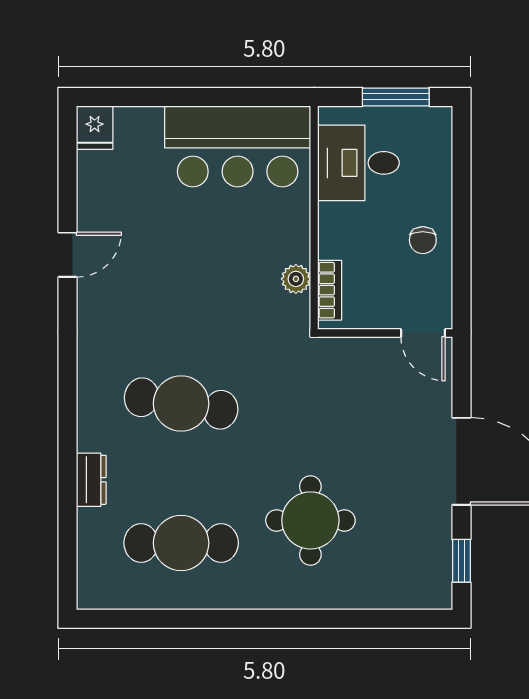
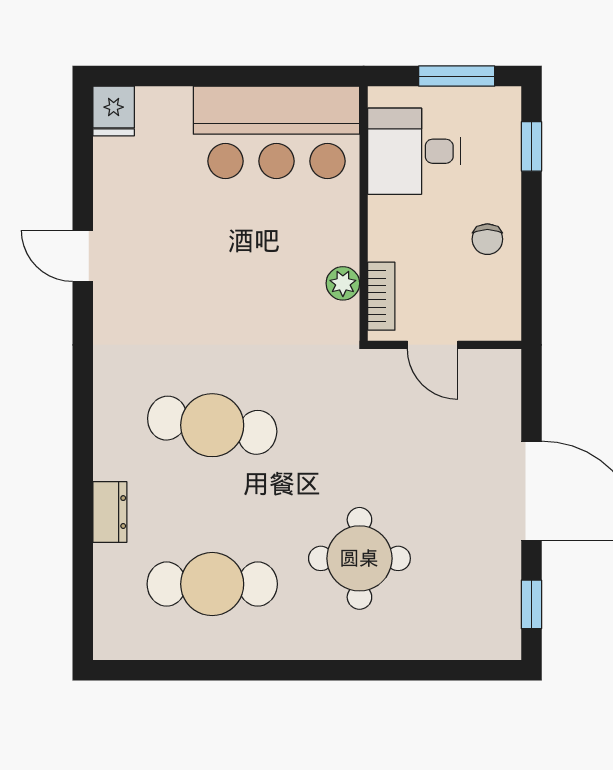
window: (461, 159) -> (531, 146), added
door: (67, 255) -> (83, 256), swing flipped
door: (423, 333) -> (433, 345), moved

